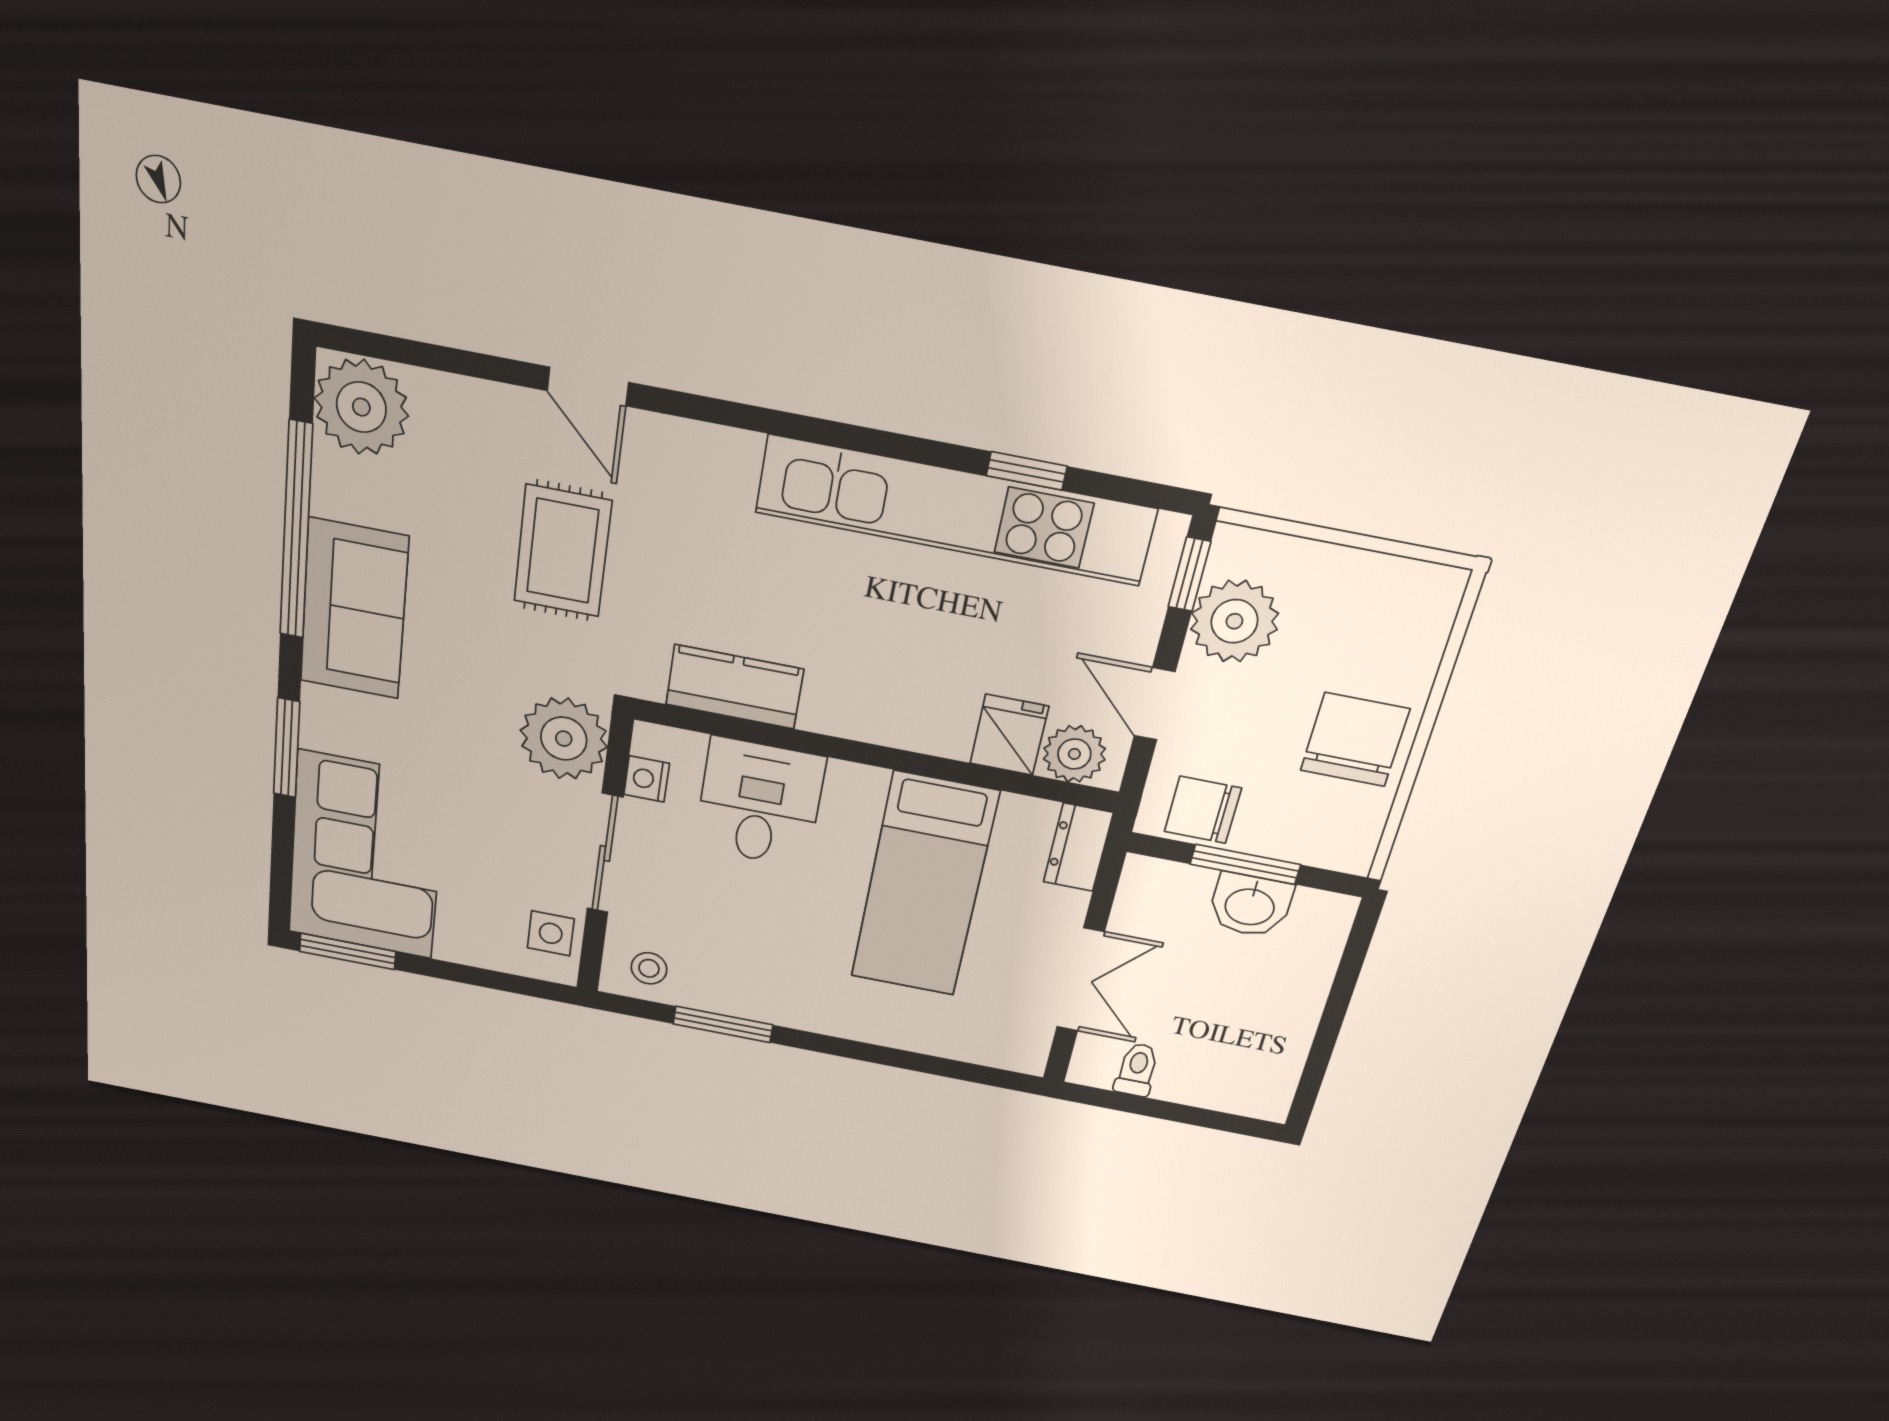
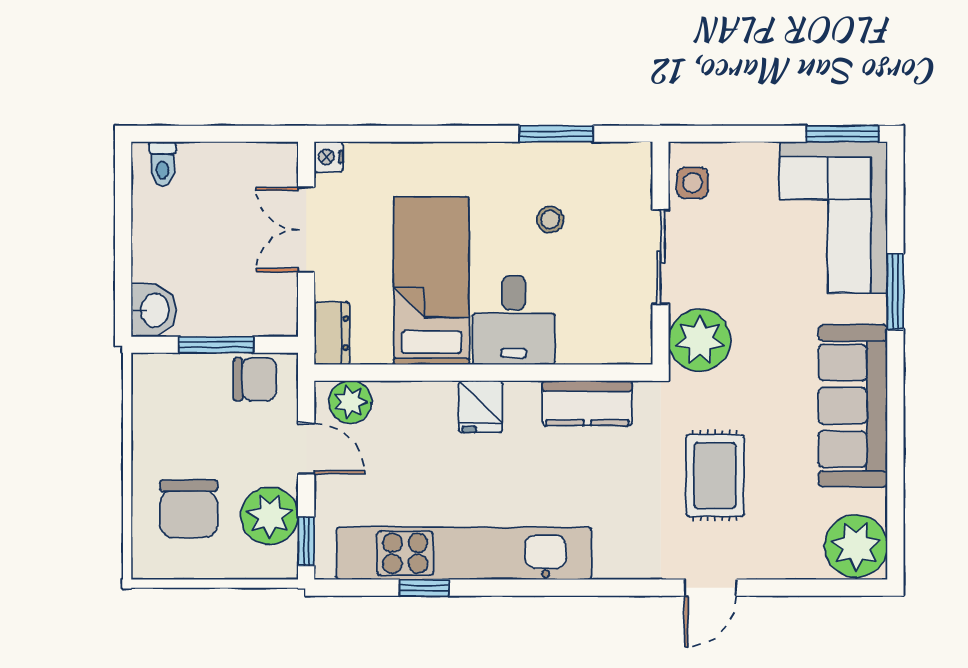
door: (588, 387) -> (710, 588), swing flipped
window: (296, 531) -> (895, 454), removed
sofa: (354, 609) -> (853, 406), width x1.36
fridge: (1009, 735) -> (481, 407), moved
chair: (1355, 740) -> (189, 509), moved
nightstand: (647, 779) -> (329, 157), moved, turned 180
desk: (760, 803) -> (514, 320), moved
washbasin: (1250, 905) -> (153, 310), moved, turned 90
stool: (649, 968) -> (550, 219), moved
toilet: (1137, 1070) -> (163, 164), moved

